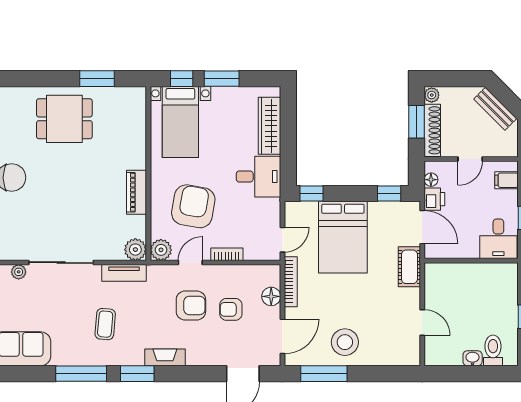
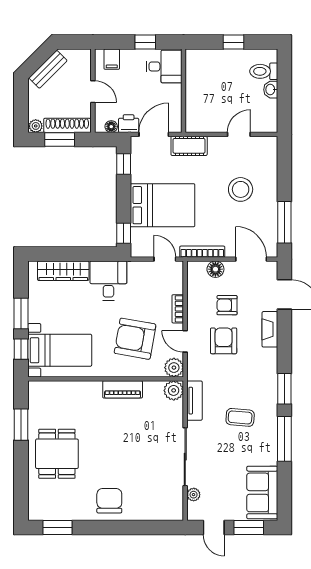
armchair: (231, 309) -> (227, 305), turned 90
stool: (345, 342) -> (241, 189), moved
fireplace: (165, 357) -> (270, 329), moved

